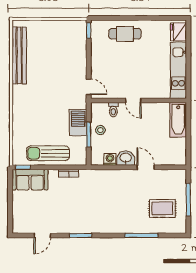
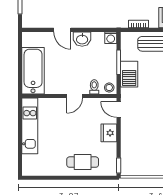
fridge: (178, 32) -> (109, 133), moved, turned 180
door: (133, 100) -> (75, 96), swing flipped
bathtub: (178, 120) -> (33, 71), width x1.36, depth x1.36
stool: (100, 130) -> (109, 88), moved
washing machine: (110, 159) -> (111, 38), moved

